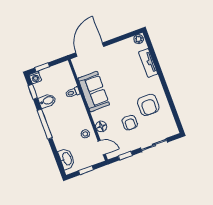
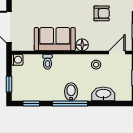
washing machine: (35, 78) -> (17, 60), moved
bidet: (47, 101) -> (71, 92), moved
floor lamp: (101, 126) -> (82, 45), moved
washbasin: (67, 159) -> (103, 94), moved

